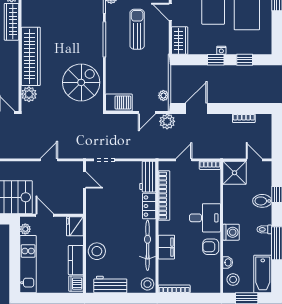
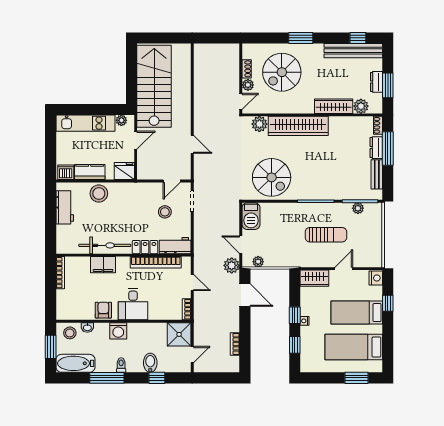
stool: (147, 284) -> (165, 212), moved

